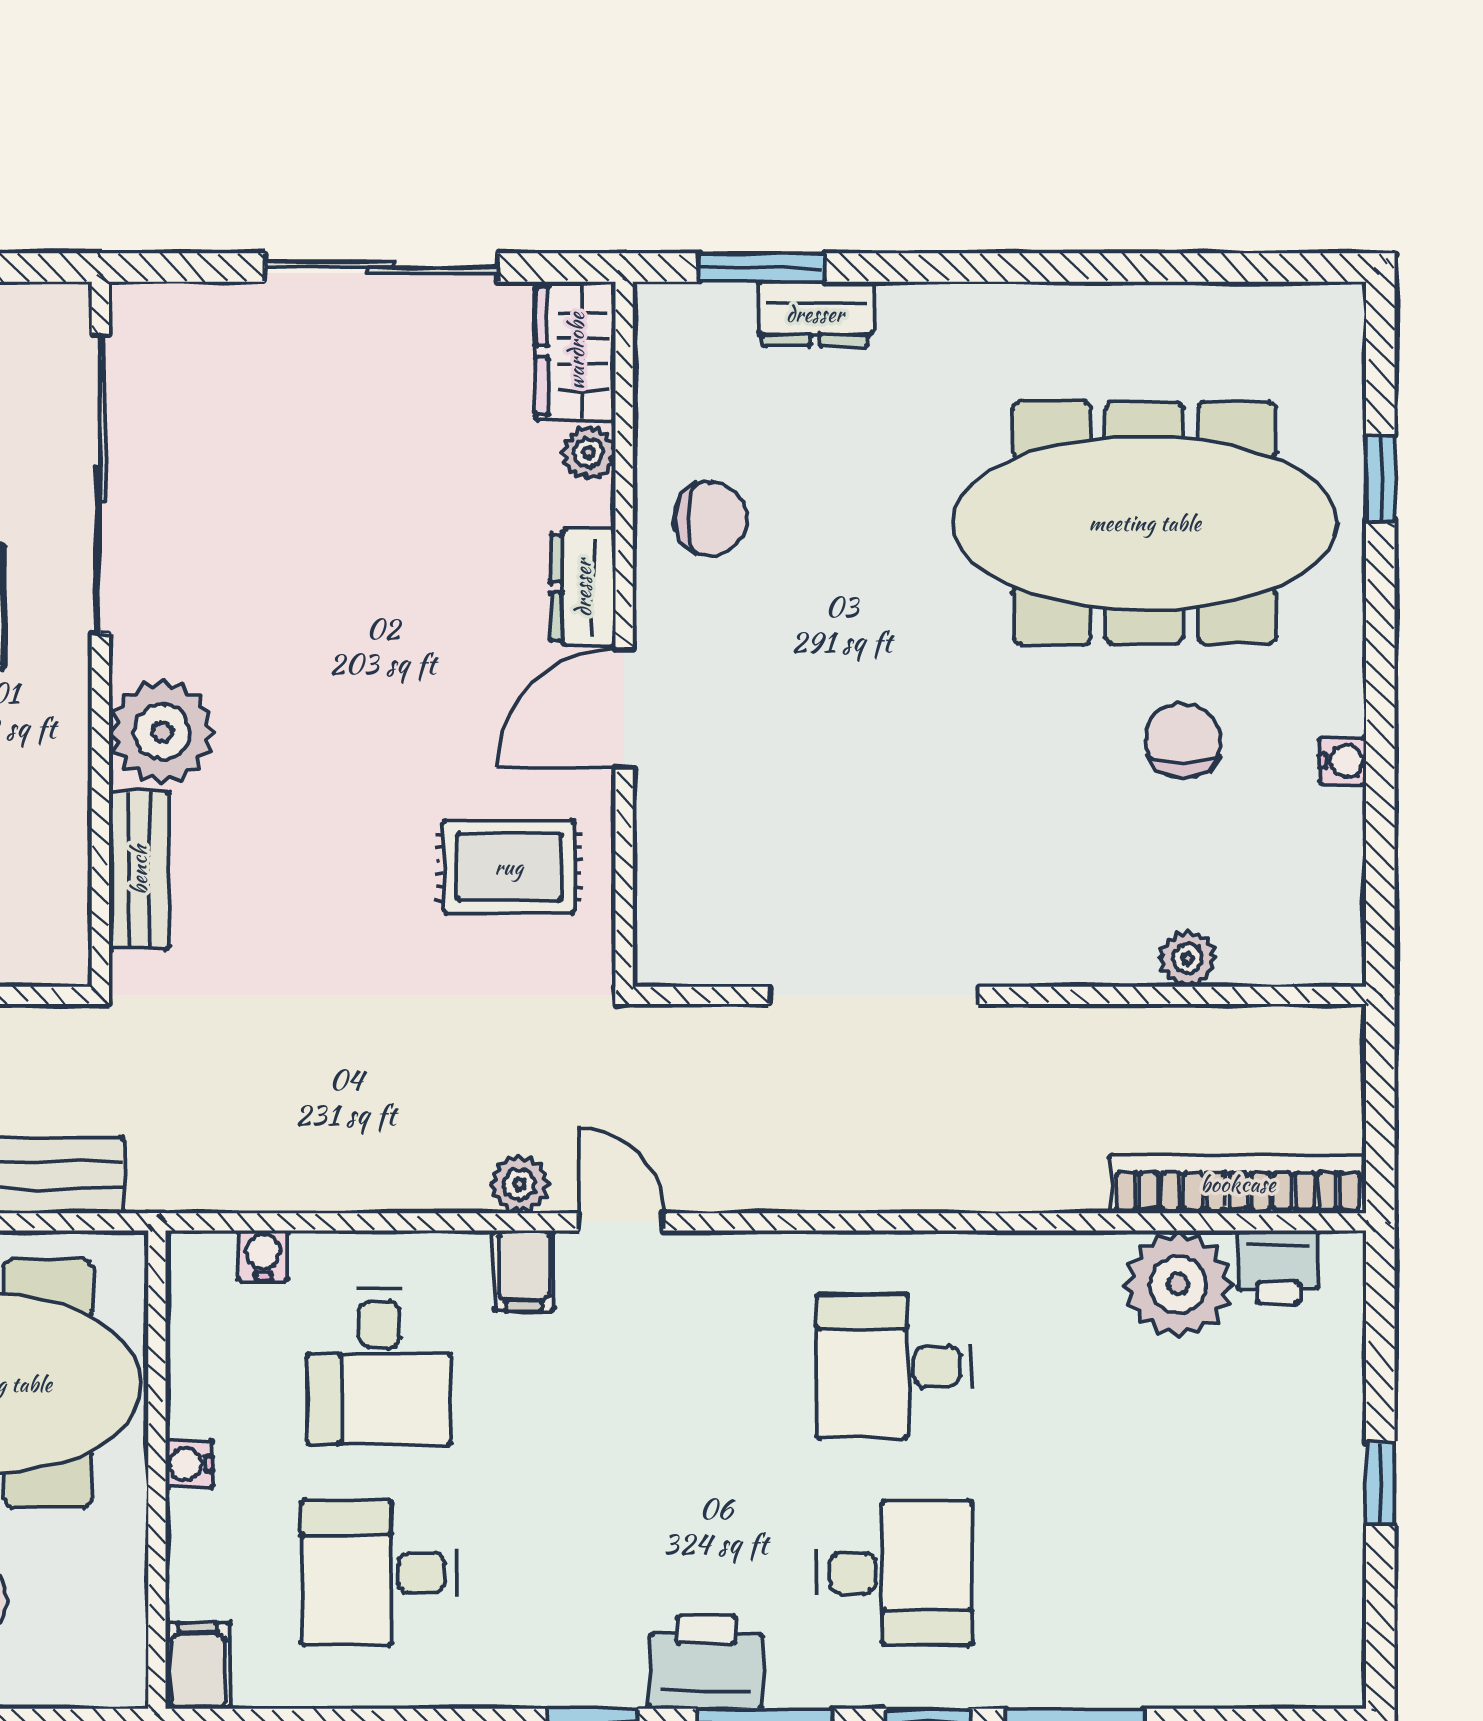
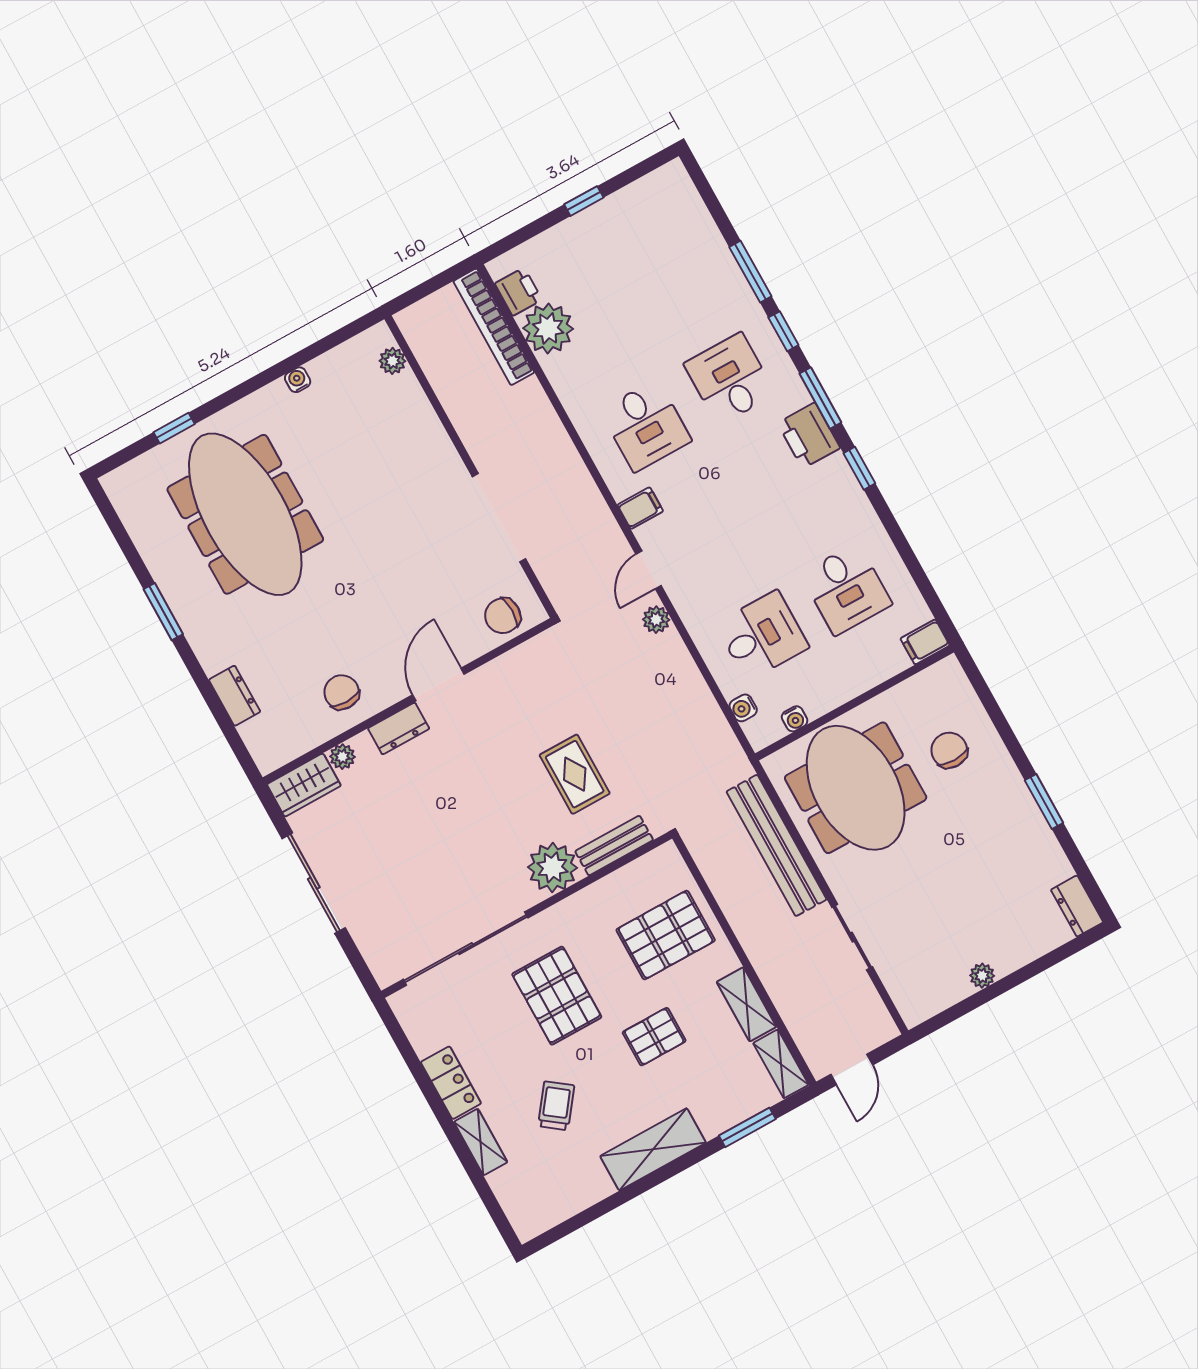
window: (762, 268) -> (163, 612), moved
door: (624, 708) -> (438, 684), swing flipped
chair: (1183, 741) -> (503, 616), moved
rug: (509, 867) -> (575, 774), moved
plant: (1188, 959) -> (392, 361), moved
filing cabinet: (524, 1270) -> (640, 508), moved
water cooler: (189, 1464) -> (795, 719), moved

